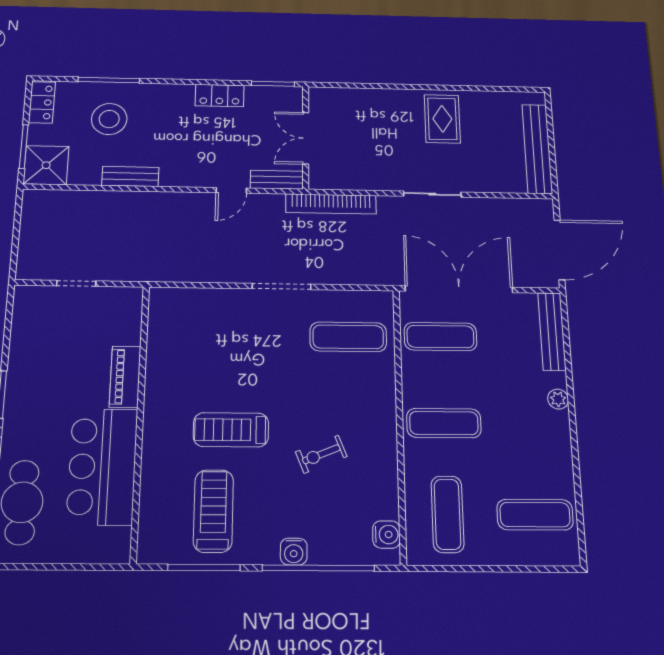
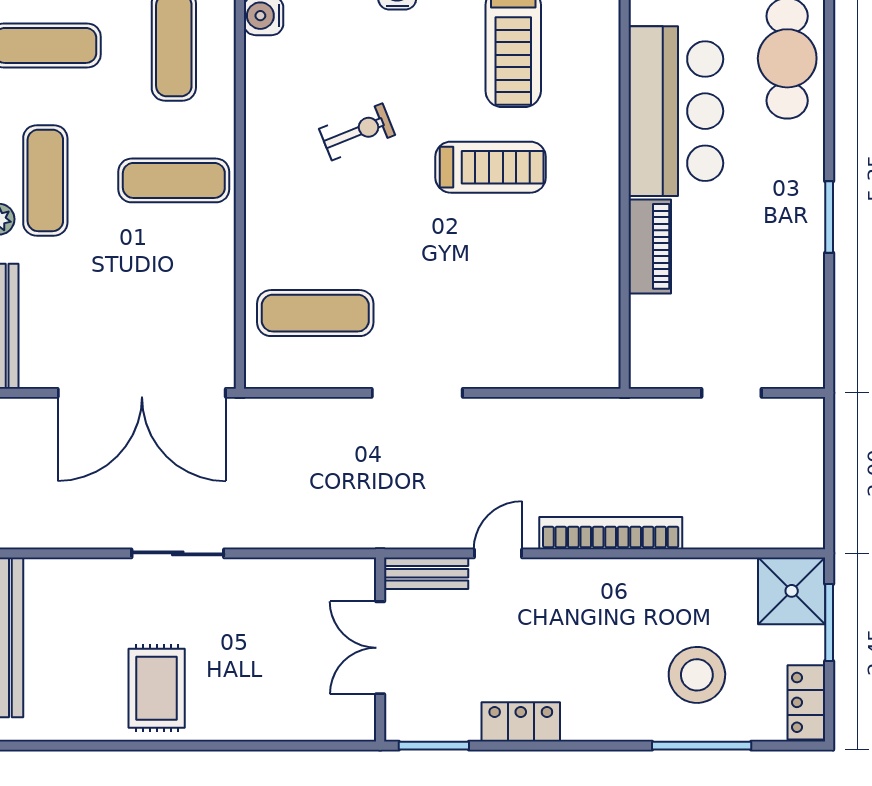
double door: (306, 138) -> (380, 648), swing flipped
bench: (130, 176) -> (658, 574), removed
bookcase: (331, 204) -> (611, 533), moved
exercise mat: (440, 337) -> (45, 180), moved, turned 90

